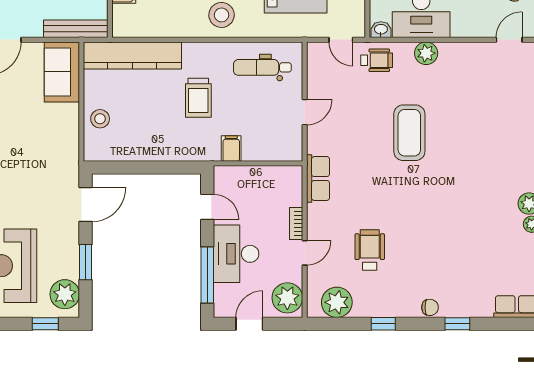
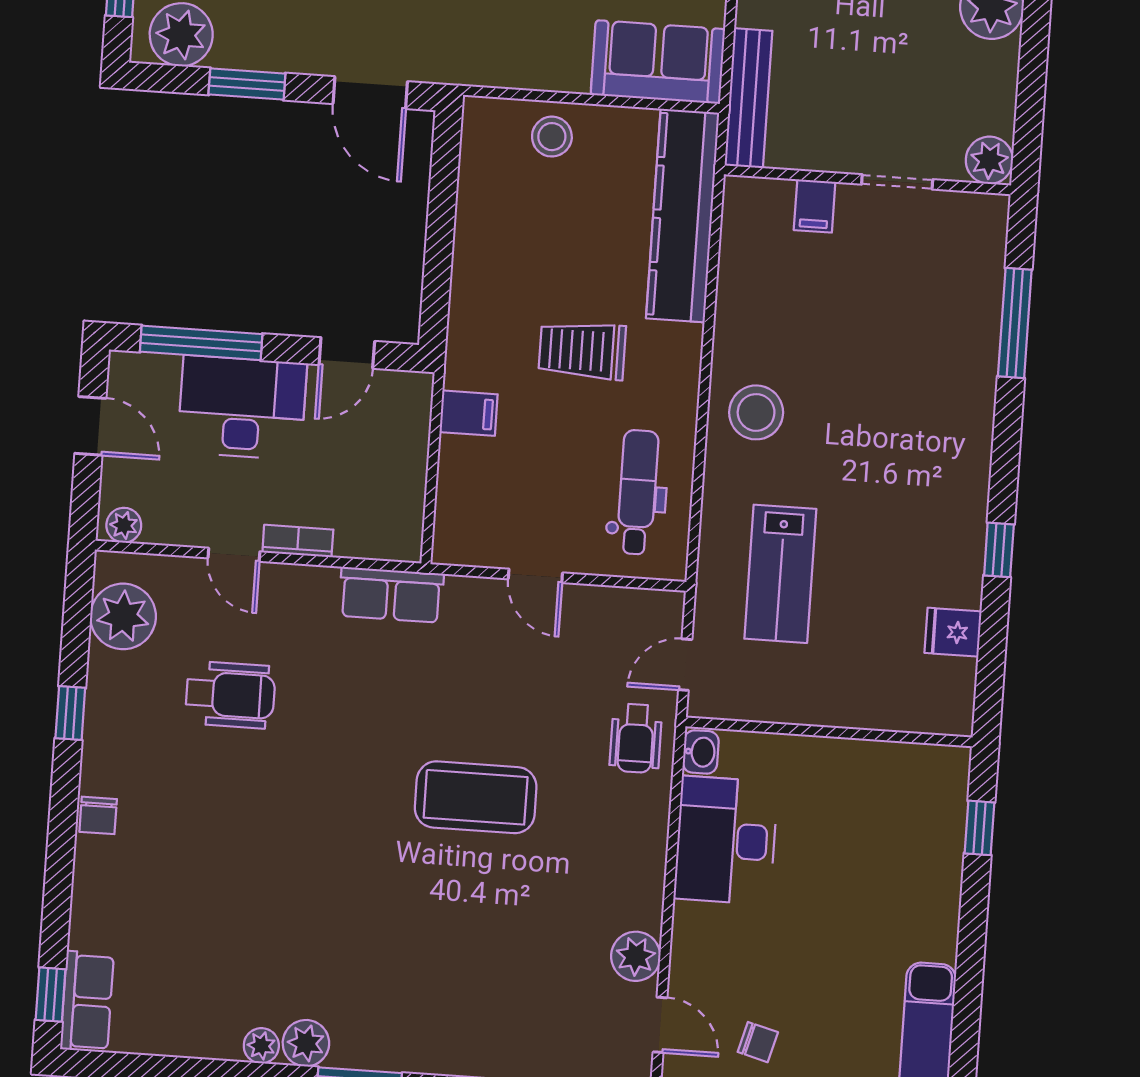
plant: (426, 53) -> (636, 956), moved
plant: (287, 298) -> (124, 525), width x0.53, depth x0.53
window: (457, 324) -> (51, 995), moved

